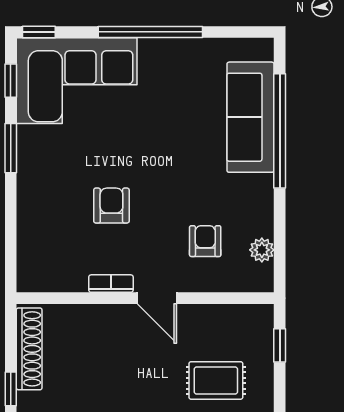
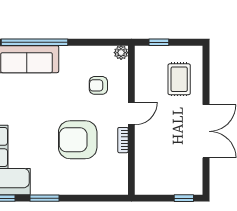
armchair: (111, 205) -> (78, 140), width x1.88, depth x1.88
plant: (262, 250) -> (121, 53), moved
shoe rack: (29, 349) -> (161, 187), removed

